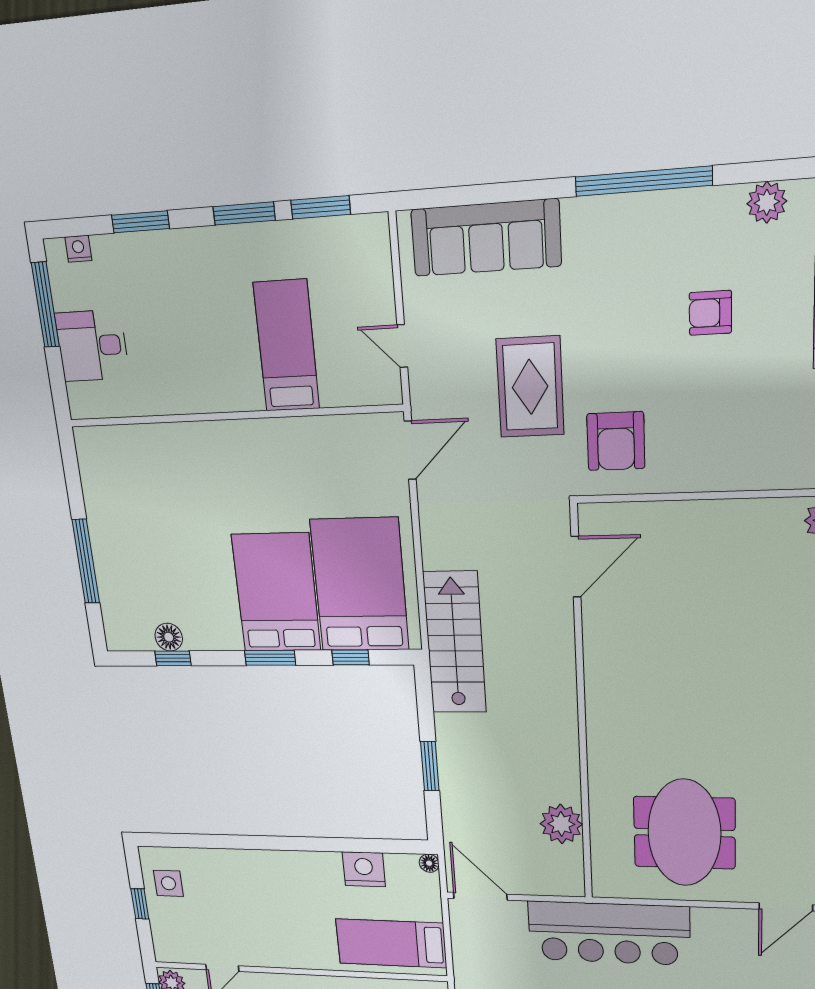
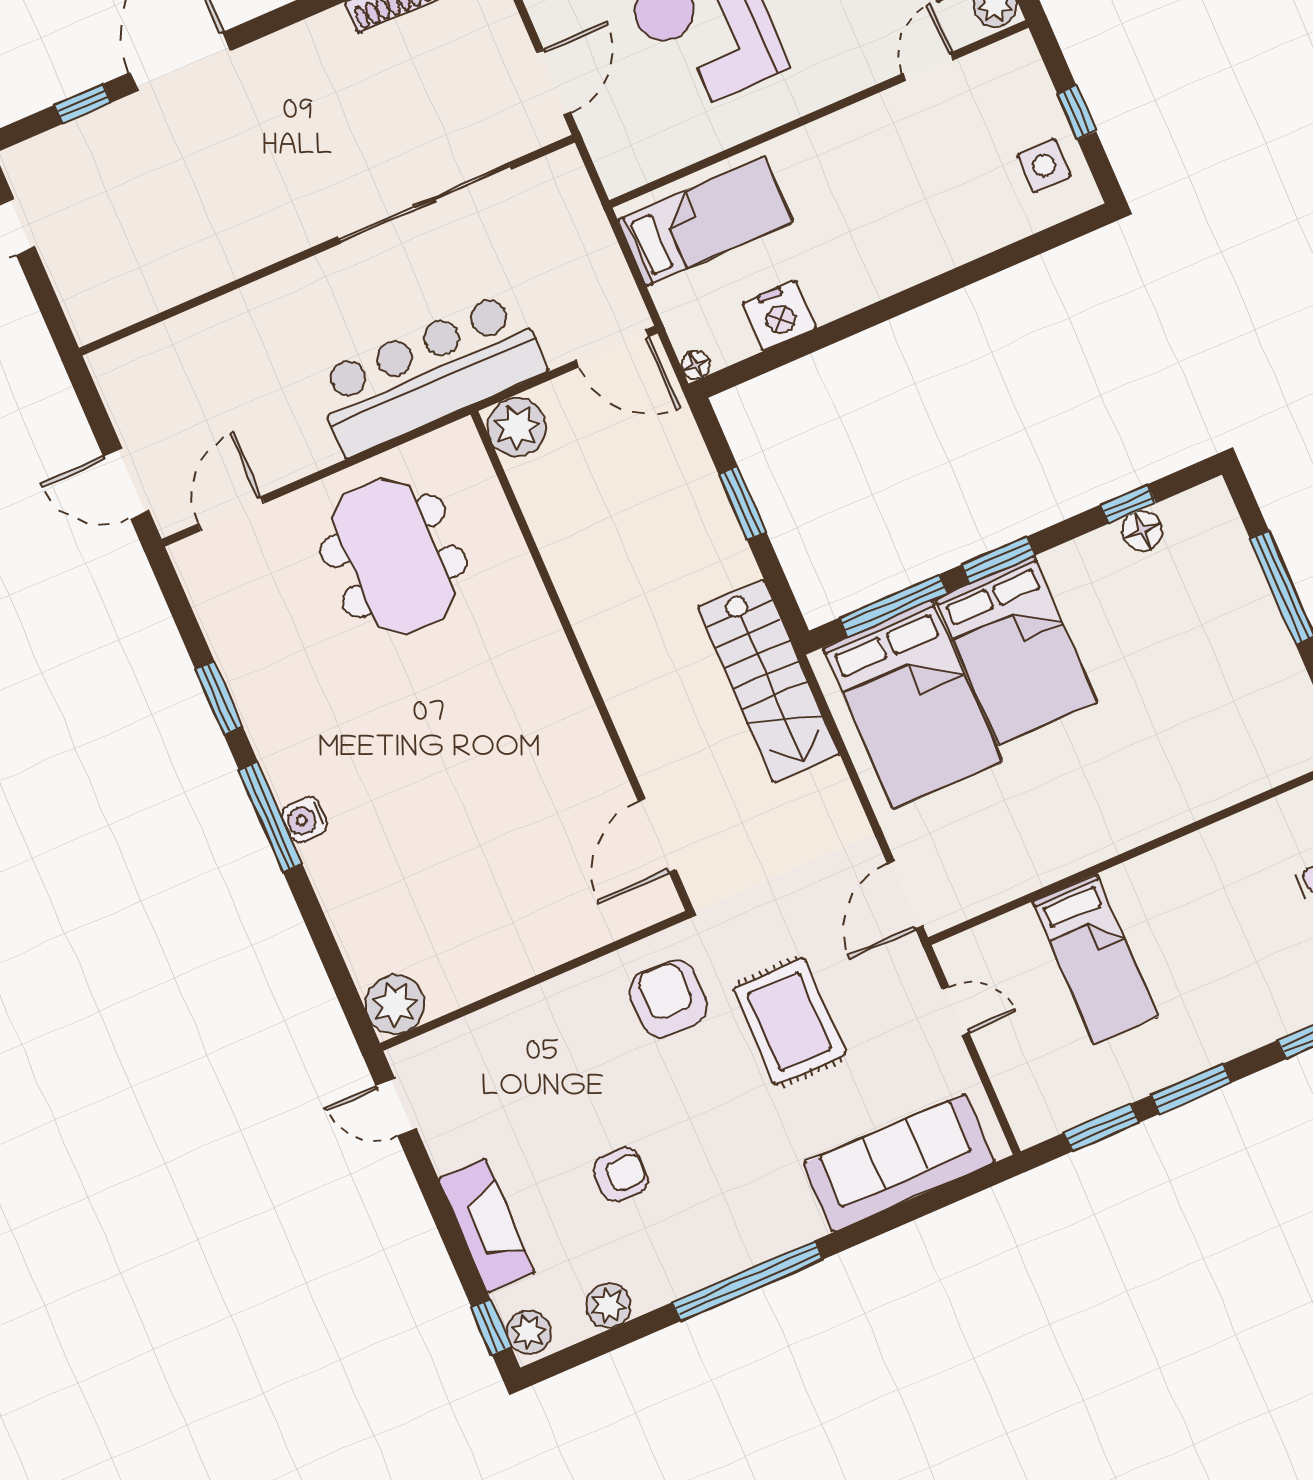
window: (350, 657) -> (894, 605), width x2.17
plant: (561, 824) -> (517, 427), moved

